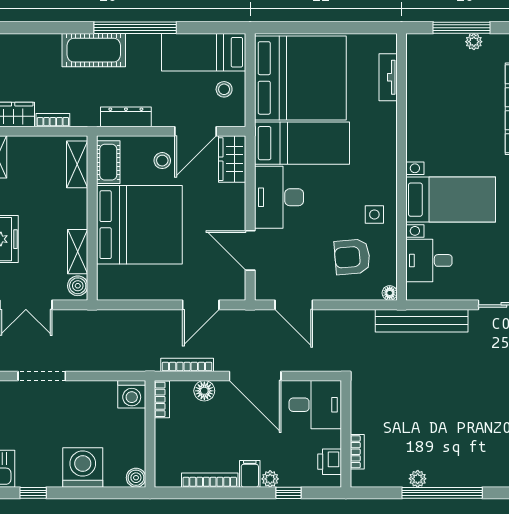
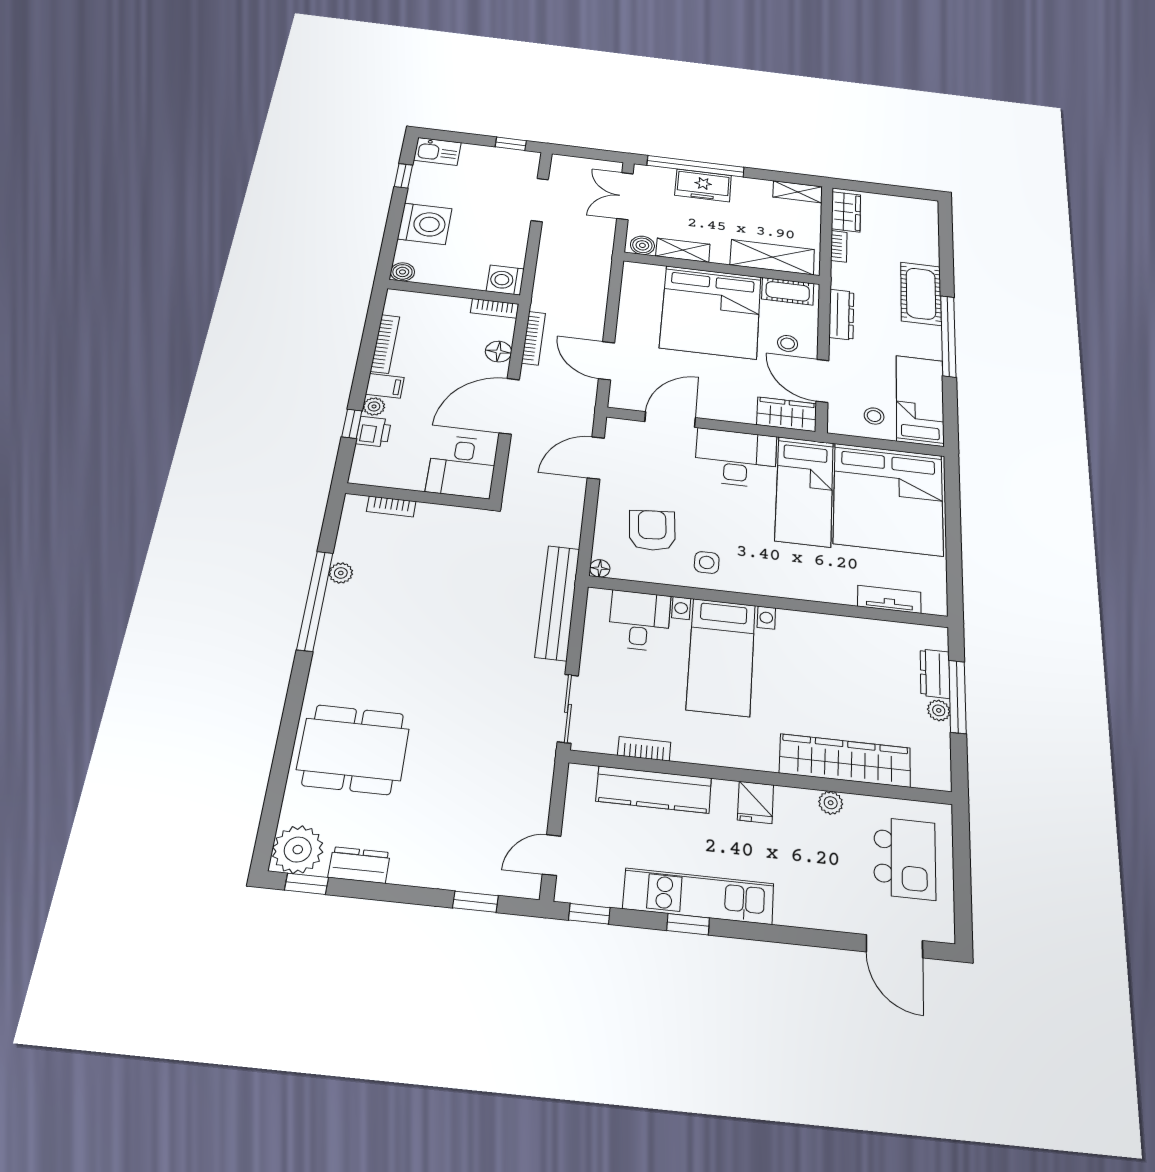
dresser: (445, 44) -> (935, 674), added
shelving: (77, 164) -> (772, 257), width x1.50, depth x1.33
printer: (330, 462) -> (373, 432), moved, turned 90

